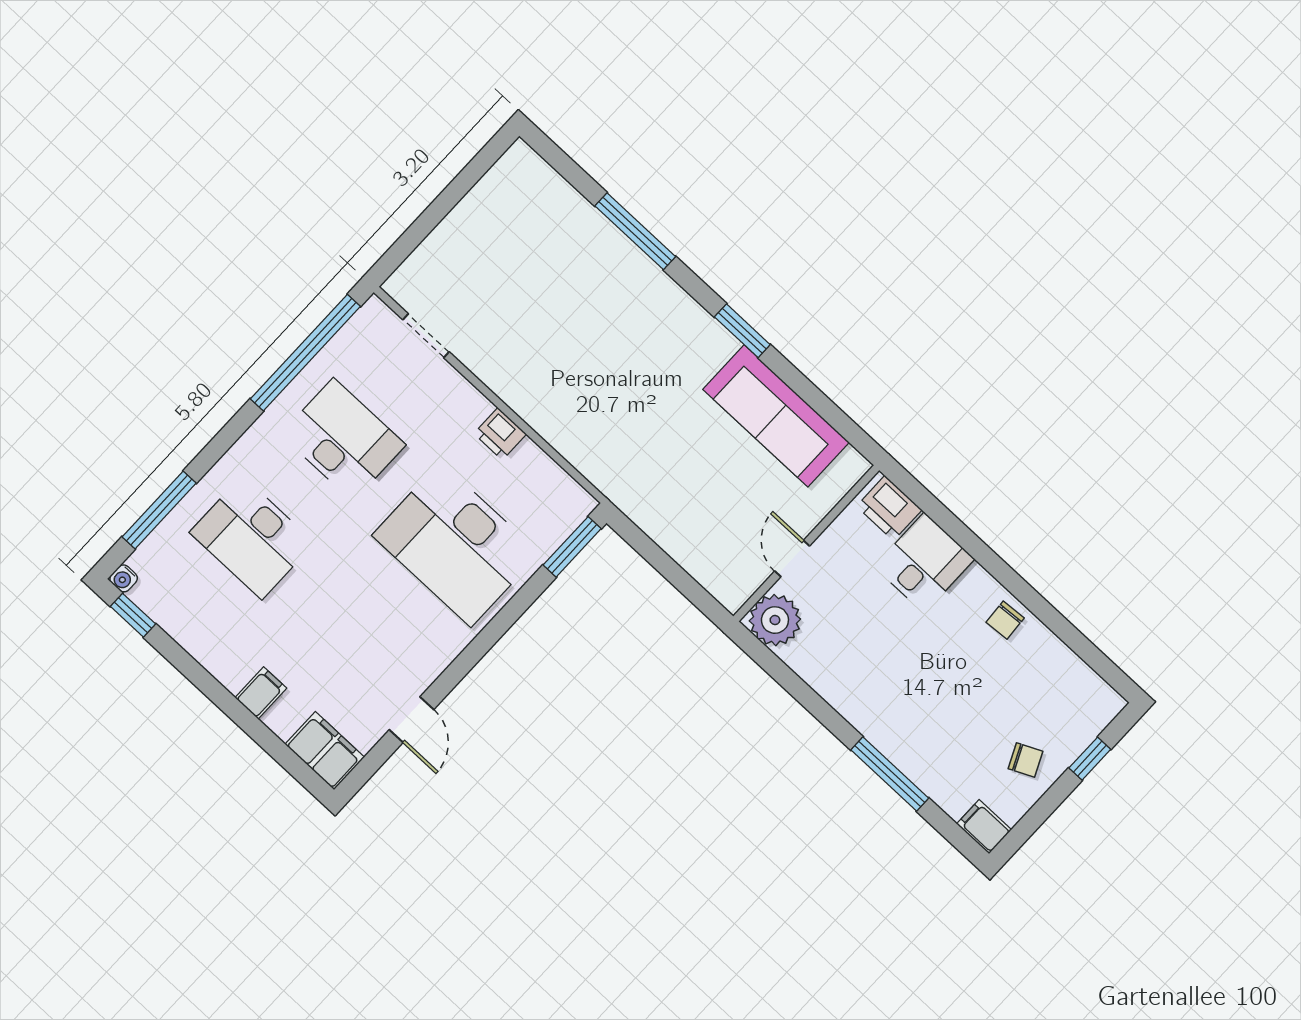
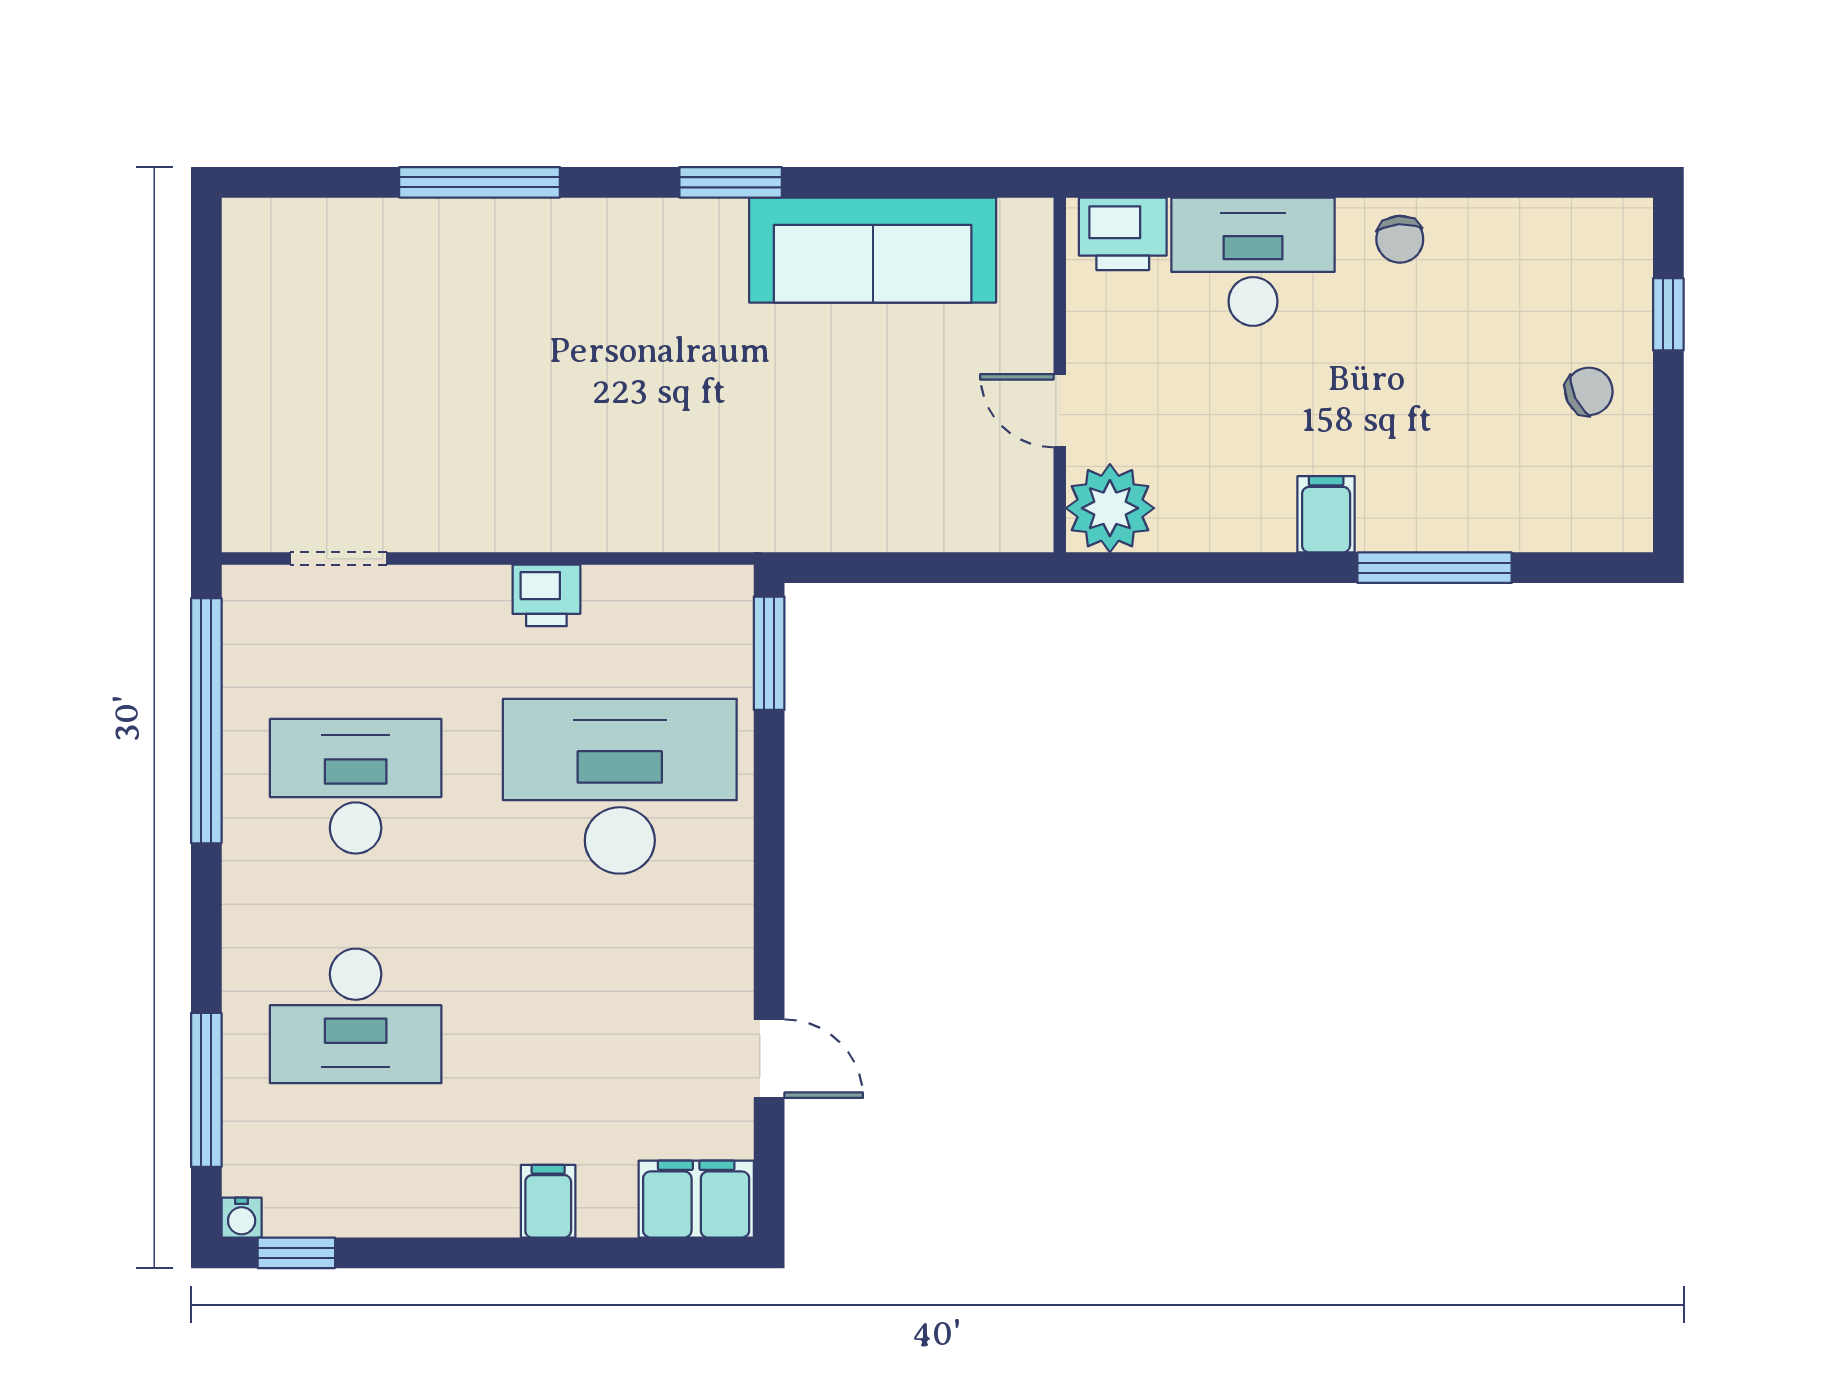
desk: (456, 544) -> (620, 786), turned 180
desk: (924, 563) -> (1253, 262), width x1.37
filing cabinet: (984, 827) -> (1326, 514), moved, turned 90

